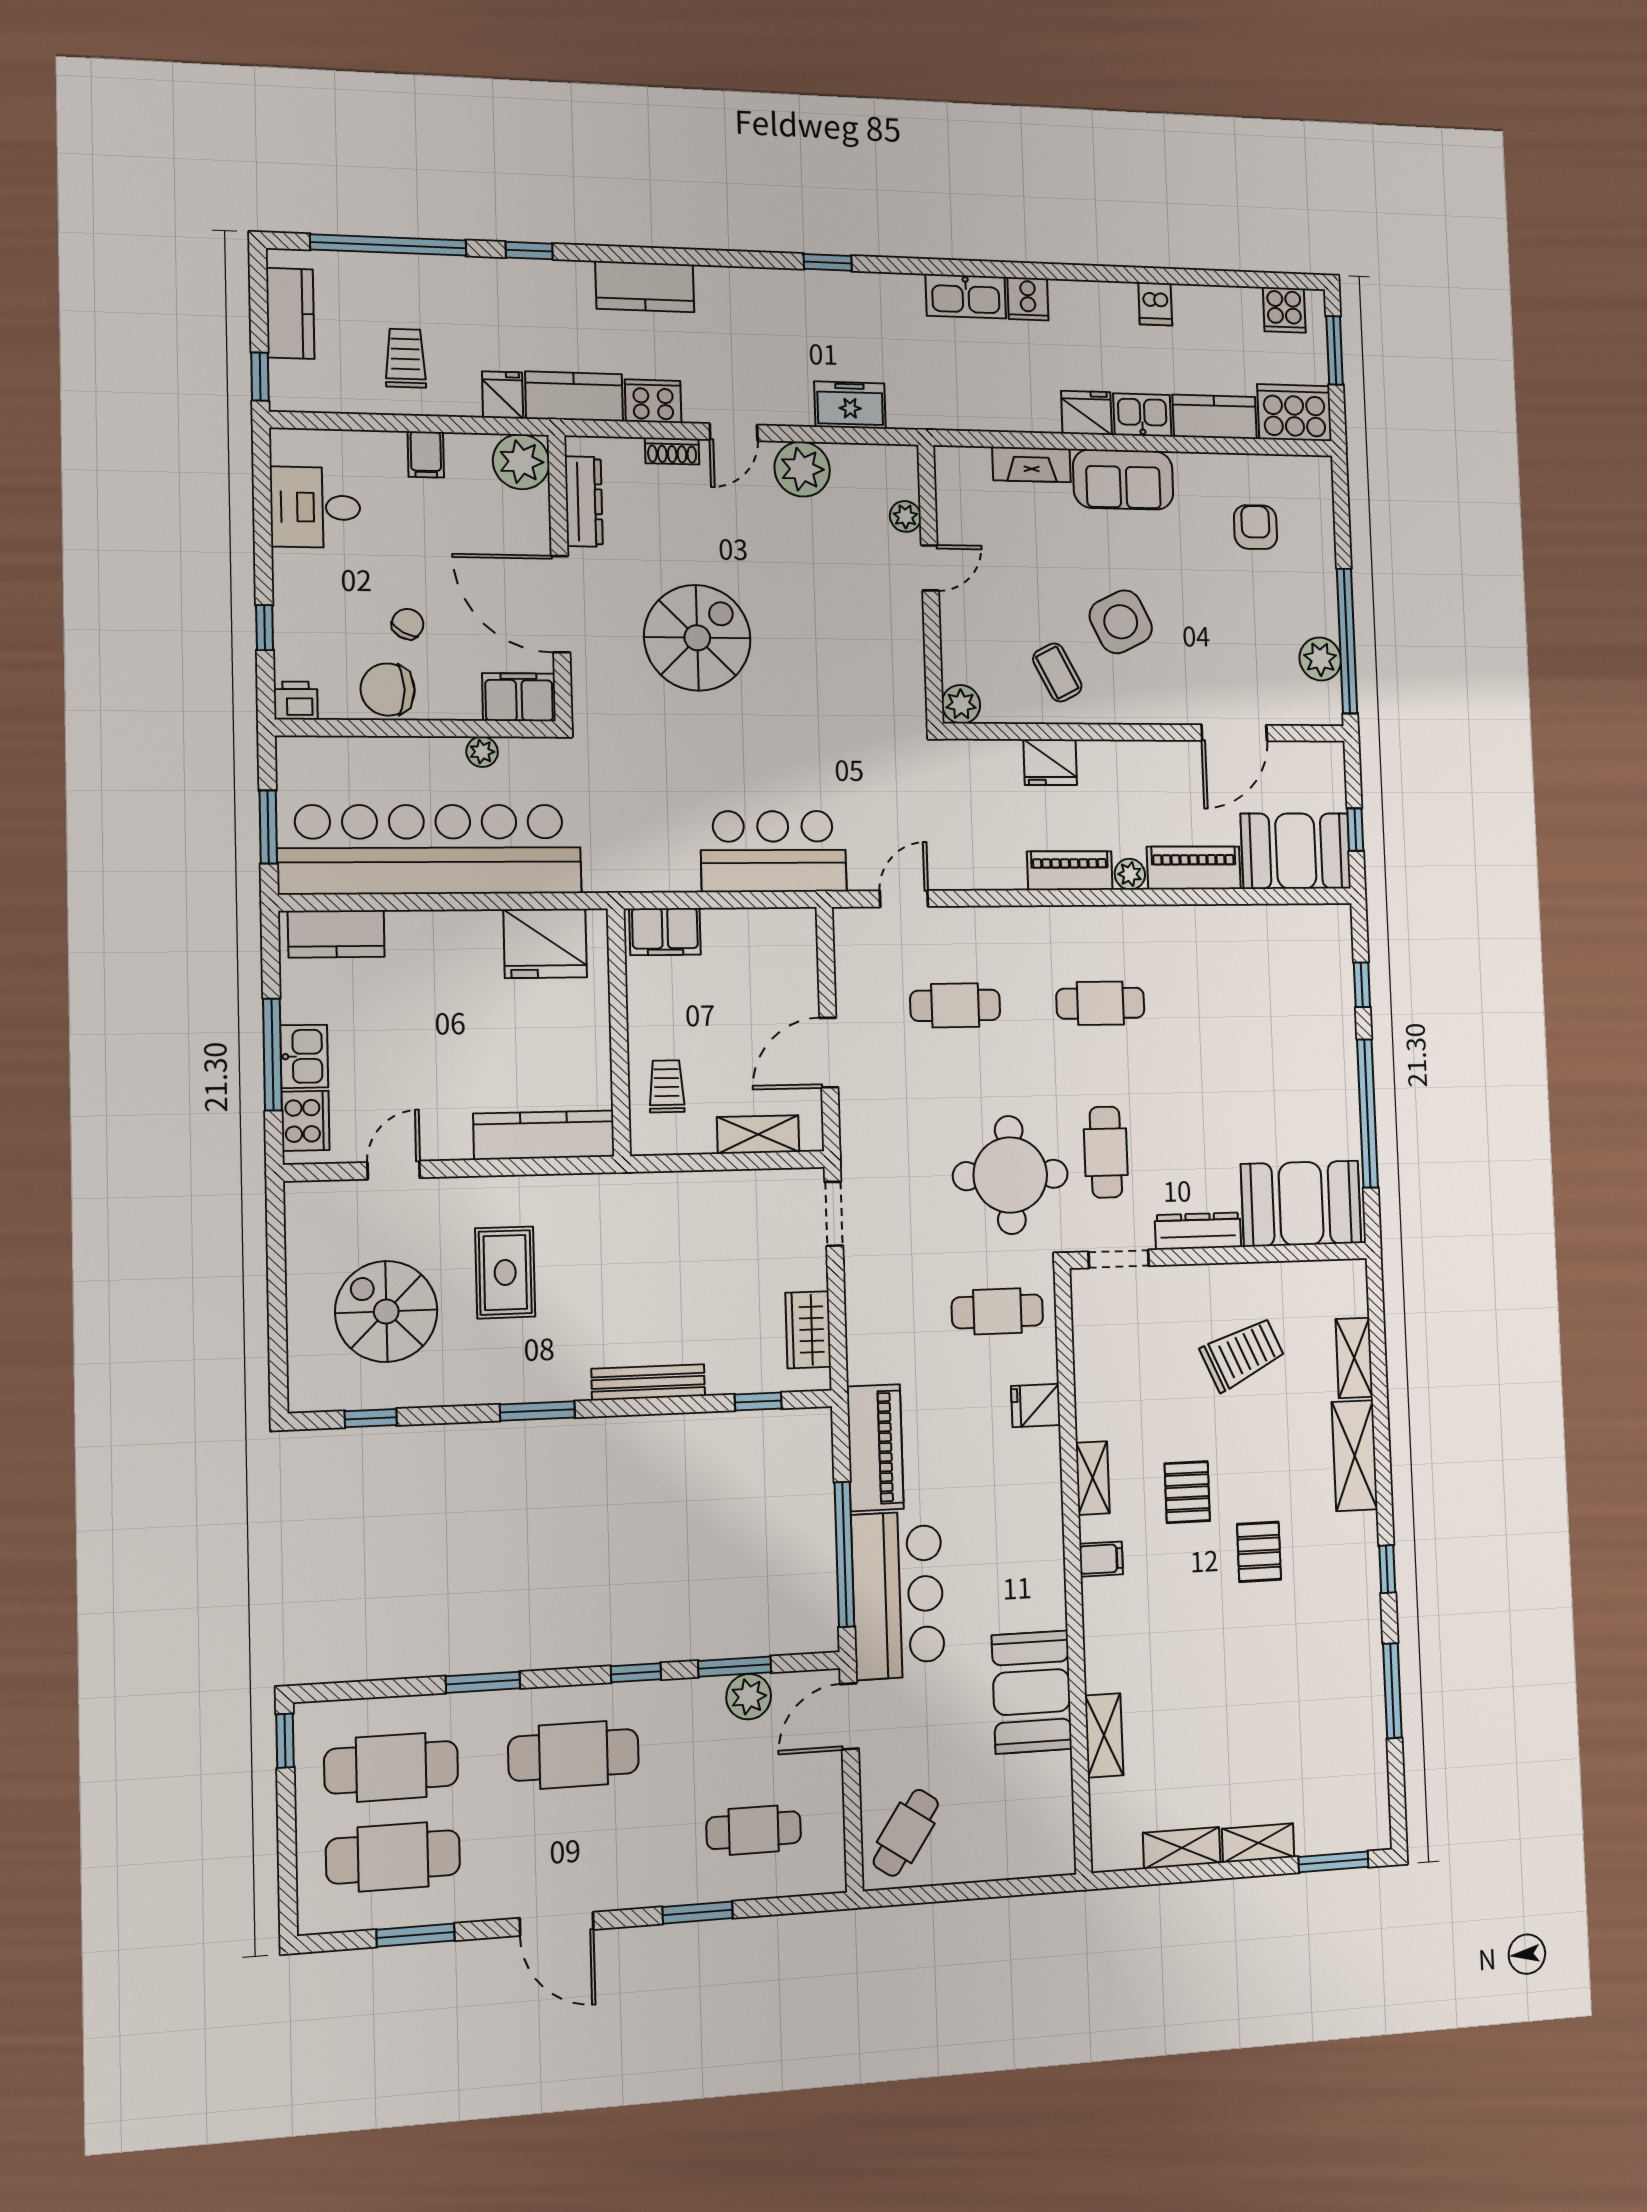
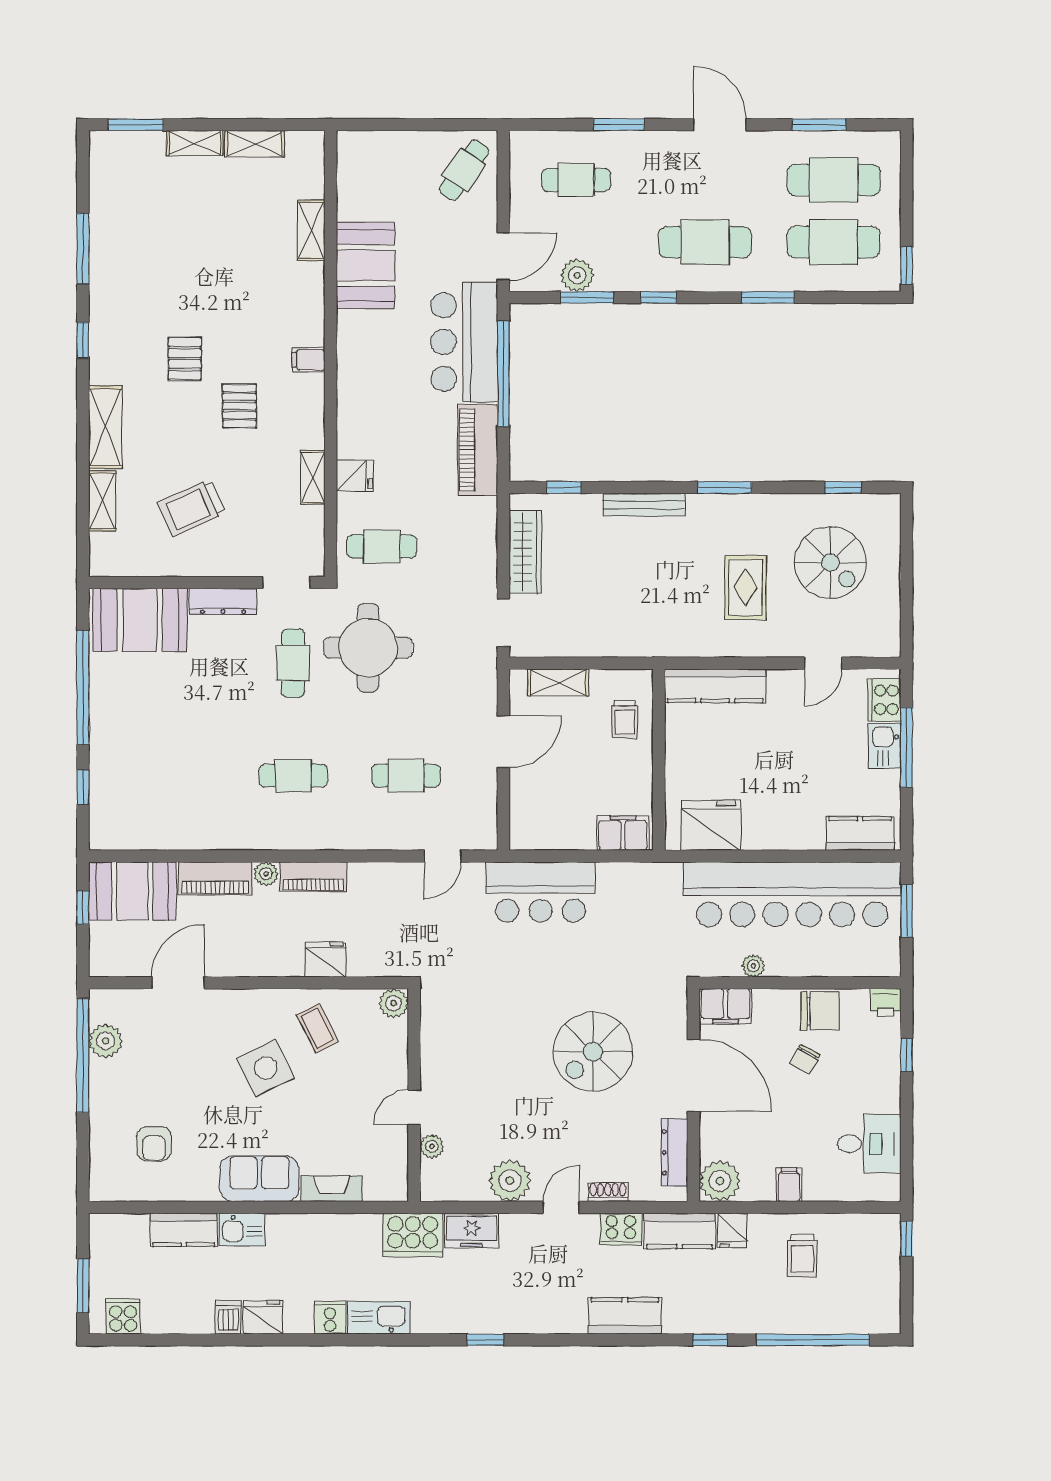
kitchen counter: (290, 313) -> (884, 1286), removed
fridge: (1087, 413) -> (263, 1317), moved, turned 180
cooker: (1294, 413) -> (413, 1235), moved
wardrobe: (808, 1330) -> (525, 552), width x1.50
shelving: (1093, 1478) -> (313, 477), moved

